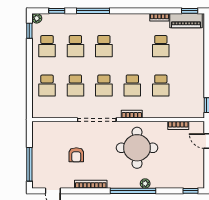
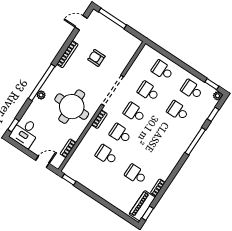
school desk: (104, 46) -> (164, 132), removed
desk: (190, 175) -> (25, 133), added

